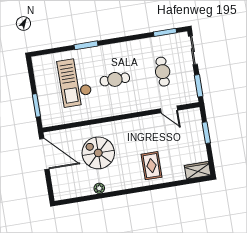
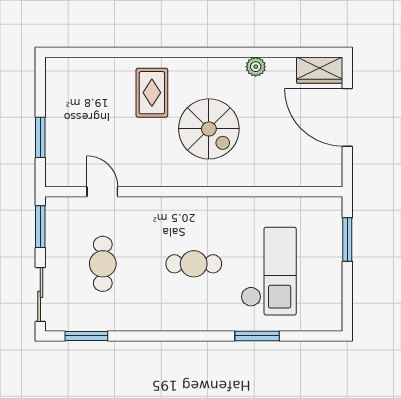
window: (86, 45) -> (257, 336), moved
spiral stairs: (98, 153) -> (209, 129), moved
door: (44, 154) -> (347, 117), moved
wardrobe: (198, 170) -> (320, 70), moved

